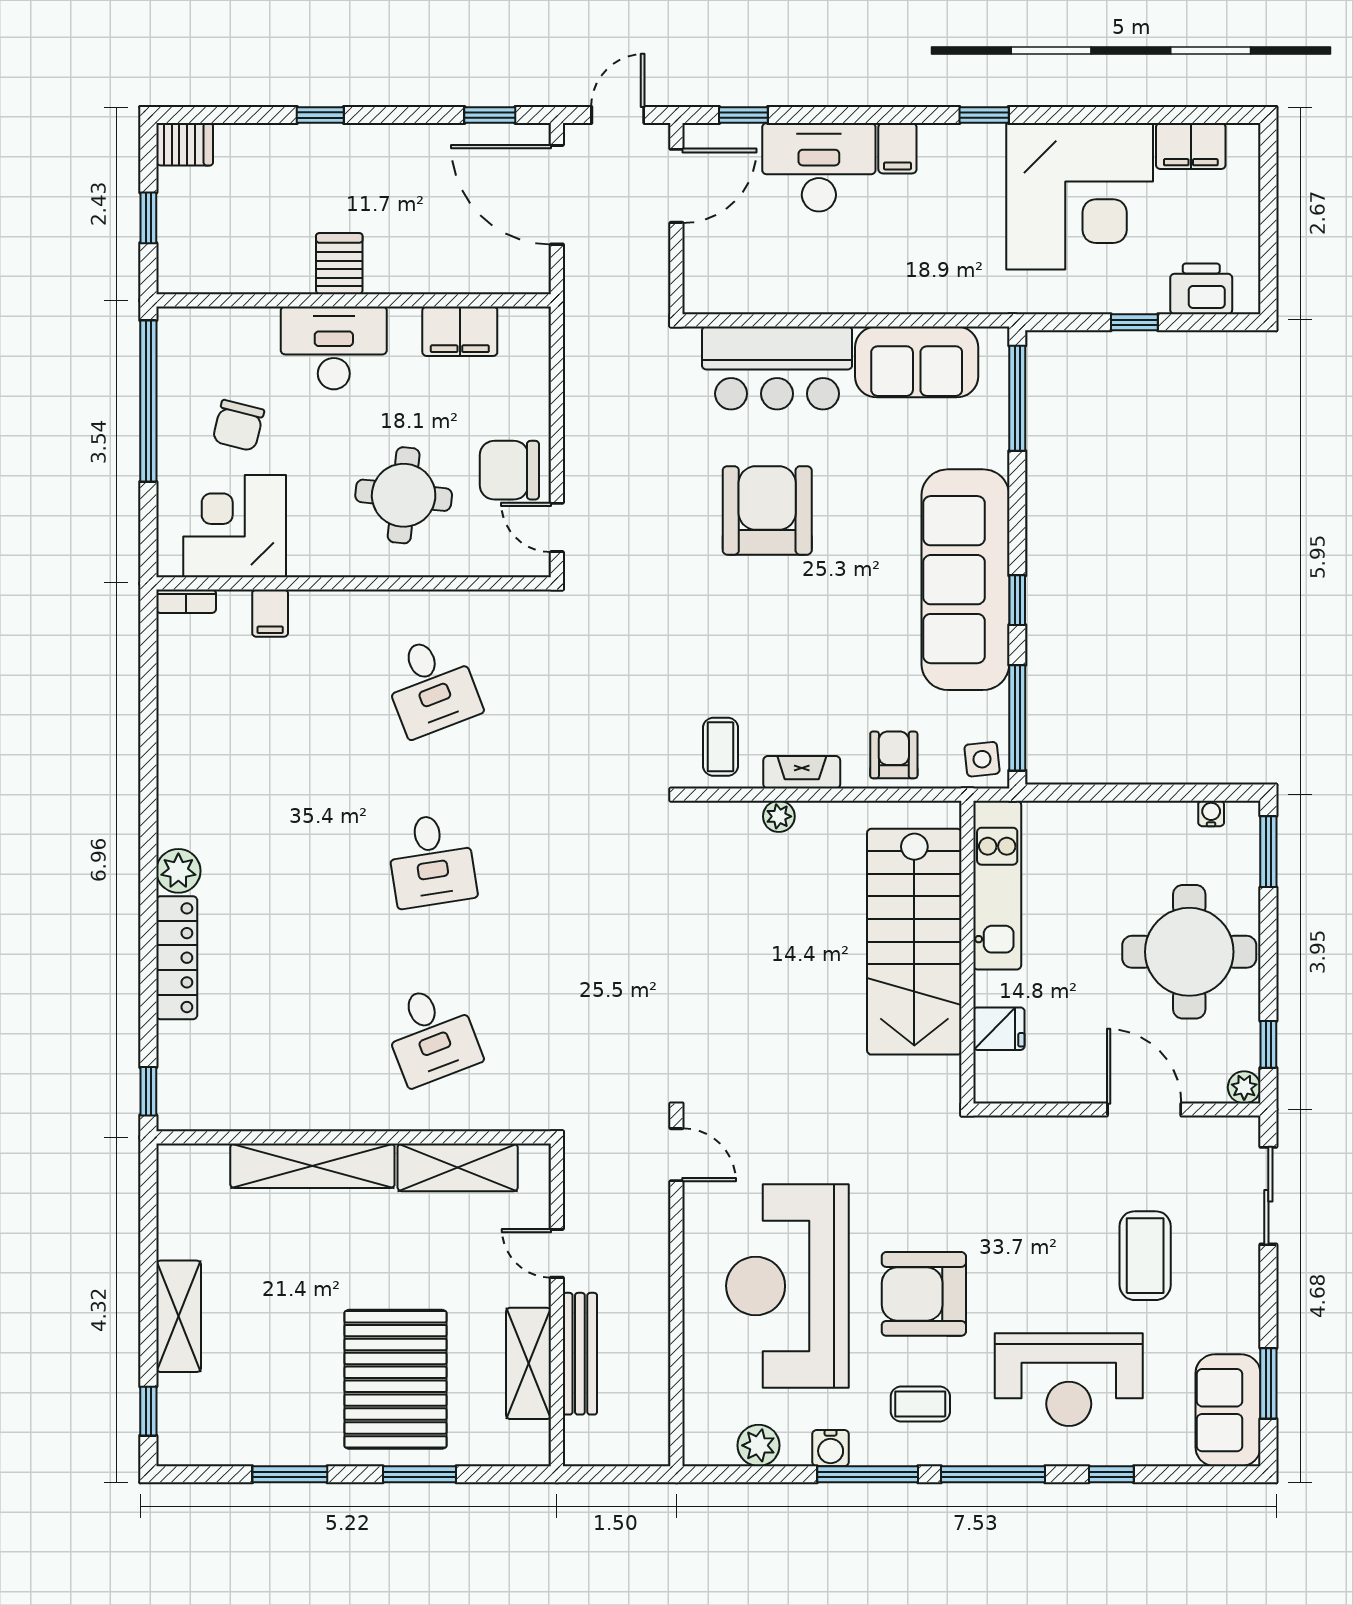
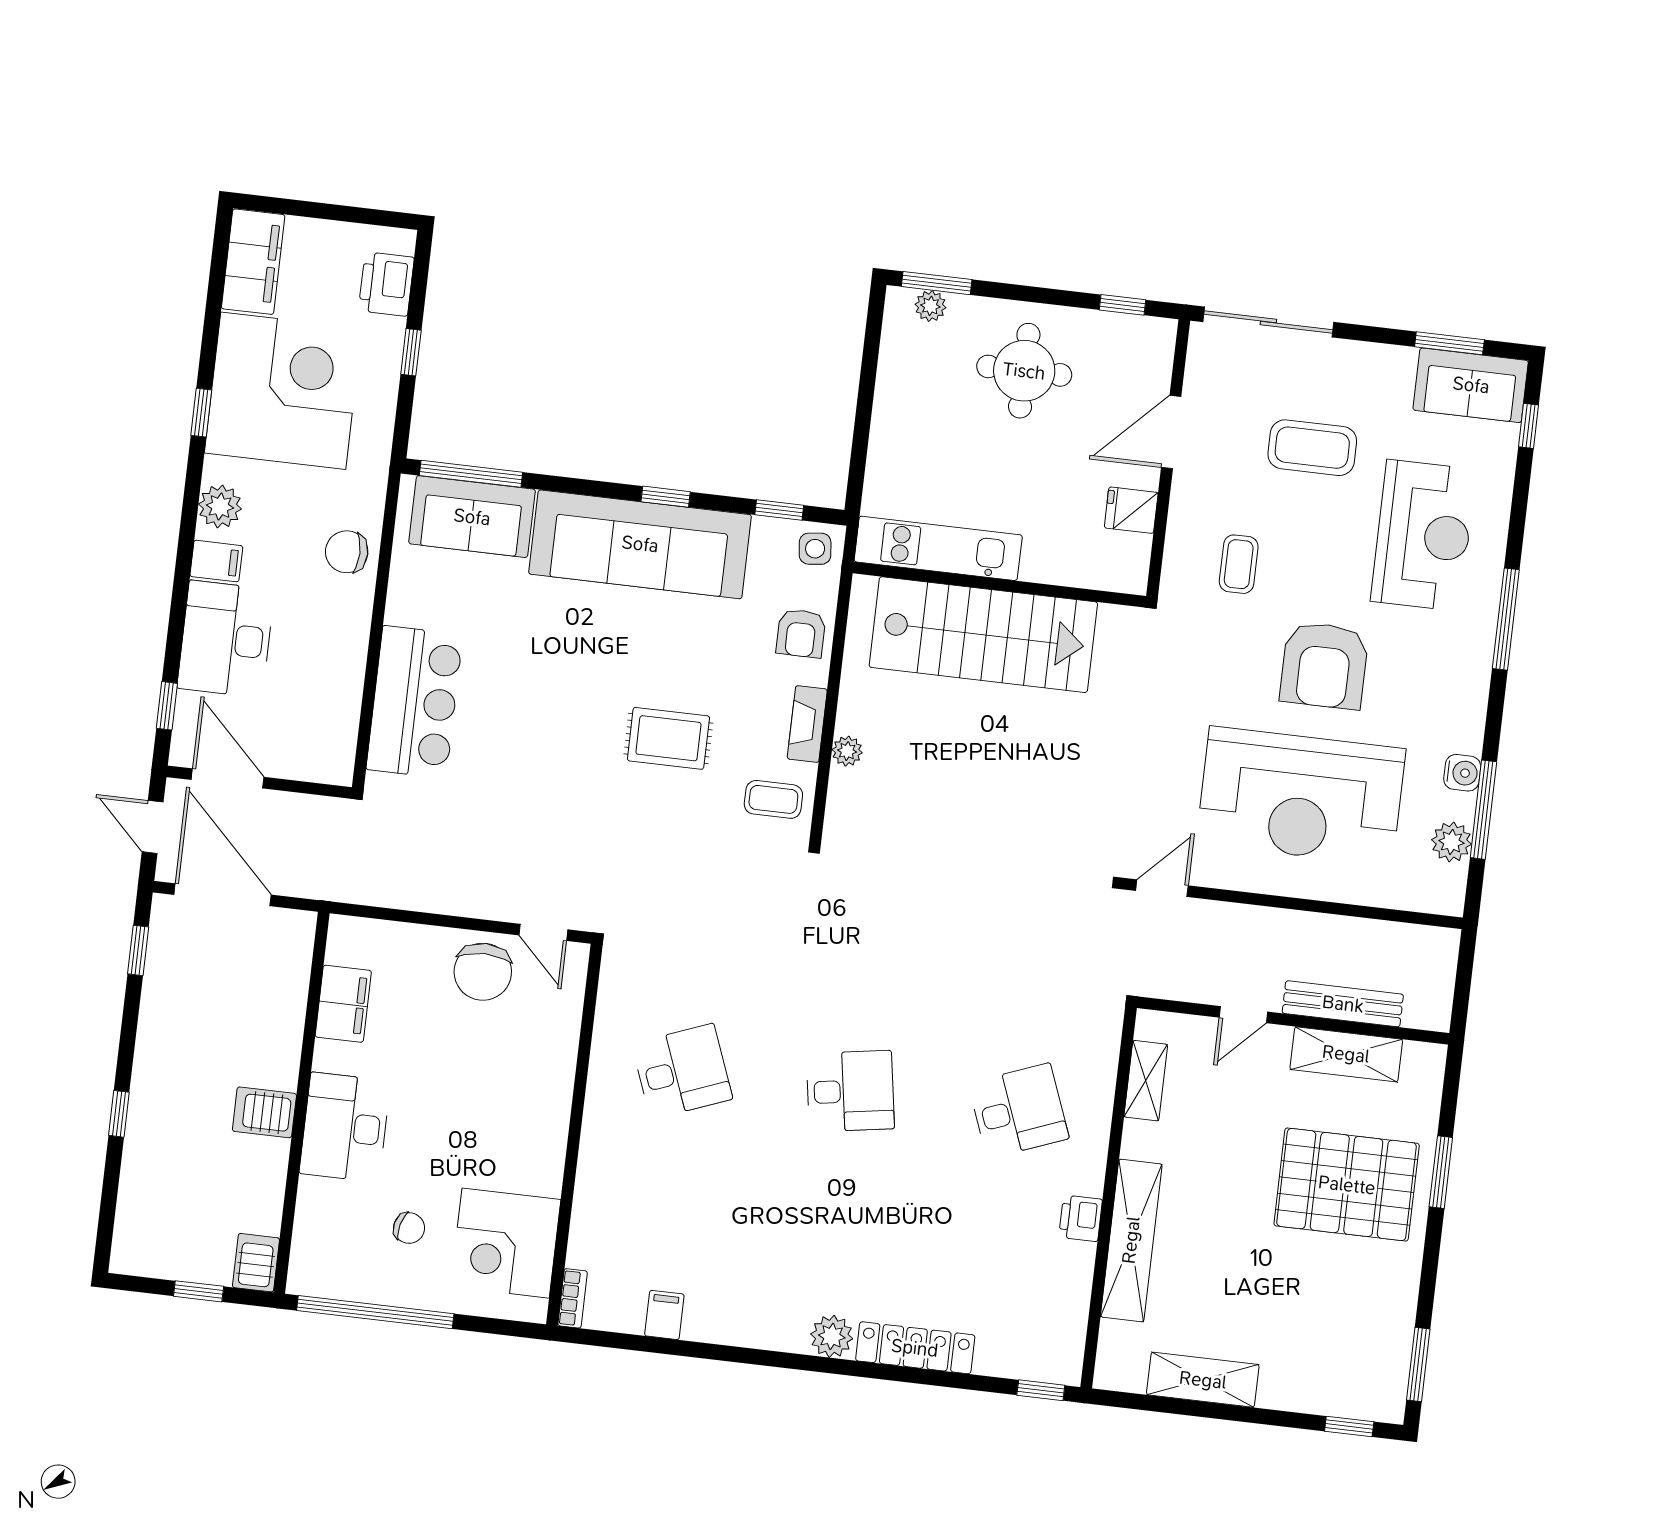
window: (984, 115) -> (201, 413), moved
server rack: (185, 144) -> (256, 1263), moved
plant: (954, 145) -> (220, 506), added
filing cabinet: (1191, 146) -> (253, 262), width x1.50, depth x1.17
door: (557, 195) -> (223, 895), swing flipped
chair: (923, 280) -> (347, 552), added
sofa: (917, 362) -> (472, 517), moved, turned 90
chair: (238, 426) -> (409, 1228), width x0.73, depth x0.73
round table: (404, 495) -> (495, 1077), removed
armchair: (767, 510) -> (551, 728), removed
door: (557, 527) -> (543, 932), hinge flipped
filing cabinet: (270, 613) -> (664, 1315), moved, turned -90
rug: (770, 632) -> (668, 738), added
window: (1017, 718) -> (779, 510), width x0.46
armchair: (894, 755) -> (801, 633), turned -90
water cooler: (1211, 813) -> (893, 334), removed
round table: (1189, 952) -> (1024, 371), width x0.73, depth x0.73
fridge: (999, 1029) -> (1131, 510), moved, turned -90
plant: (1244, 1087) -> (930, 306), moved
printer: (329, 1111) -> (1081, 1218), added
shelving: (458, 1167) -> (1146, 1081), width x0.67, depth x0.75
sliding door: (1268, 1196) -> (1268, 322), width x1.37
shelving: (179, 1316) -> (1203, 1380), moved
coffee table: (920, 1404) -> (1239, 564), moved
window: (290, 1474) -> (1418, 1364), moved
window: (868, 1474) -> (1483, 810), moved
window: (1111, 1474) -> (1529, 426), moved

